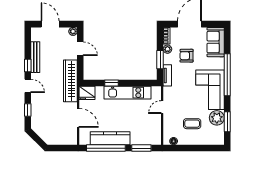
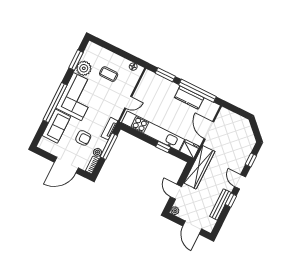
sofa: (216, 42) -> (56, 126), moved
window: (160, 60) -> (109, 146), width x1.44
kitchen unit: (128, 93) -> (153, 131), width x1.36
kitchen counter: (110, 138) -> (189, 98), width x0.67

